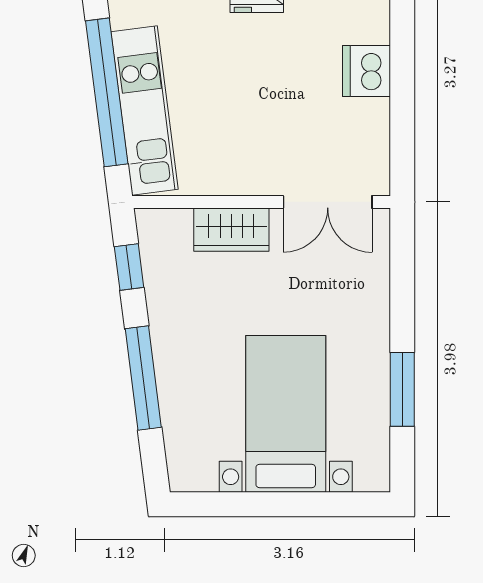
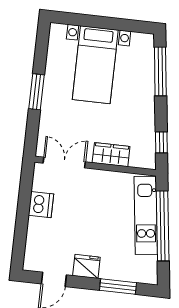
dishwasher: (366, 71) -> (41, 205), moved
window: (143, 378) -> (160, 71), moved
window: (402, 389) -> (37, 92), moved

